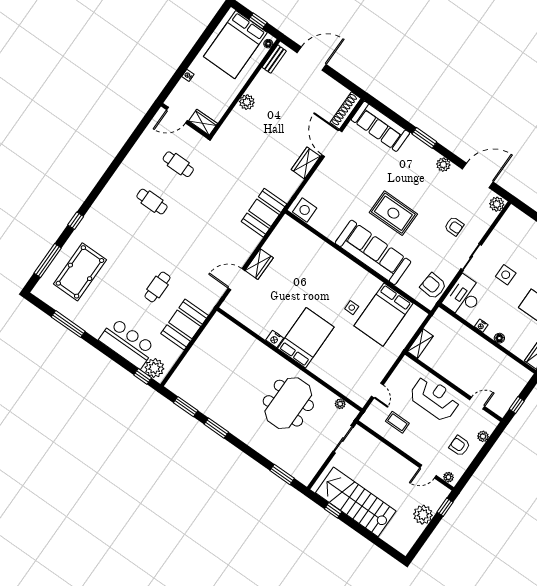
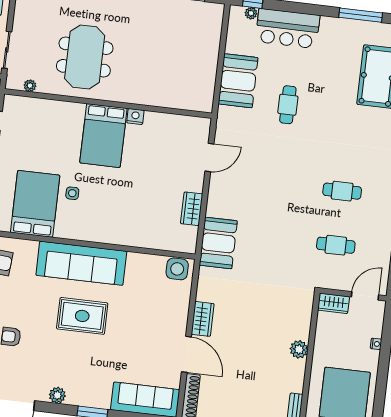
wardrobe: (259, 264) -> (192, 209), moved
plant: (154, 368) -> (251, 13), width x0.53, depth x0.53

